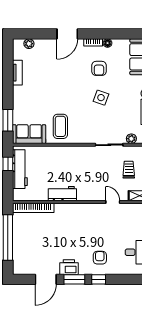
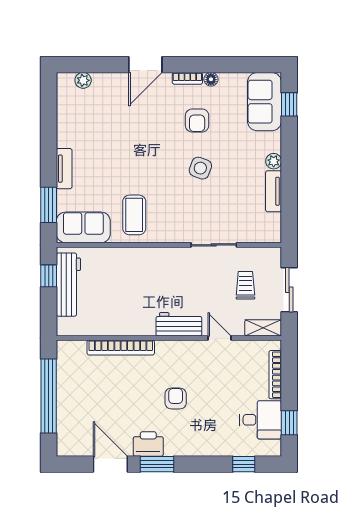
tv unit: (17, 73) -> (64, 169), moved
plant: (131, 139) -> (250, 235), removed
workbench: (62, 194) -> (179, 324), moved
bookcase: (33, 208) -> (121, 348), moved
armchair: (100, 258) -> (176, 398), moved
door: (46, 279) -> (110, 464), swing flipped
window: (99, 279) -> (244, 464), moved

